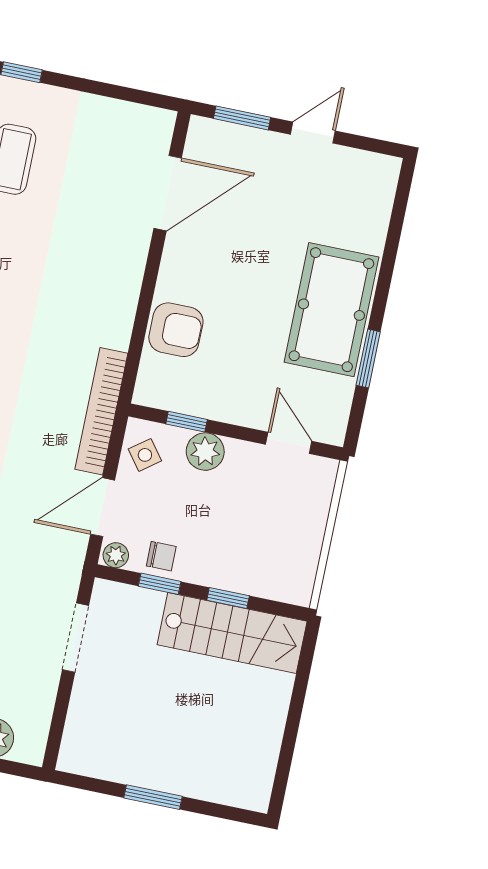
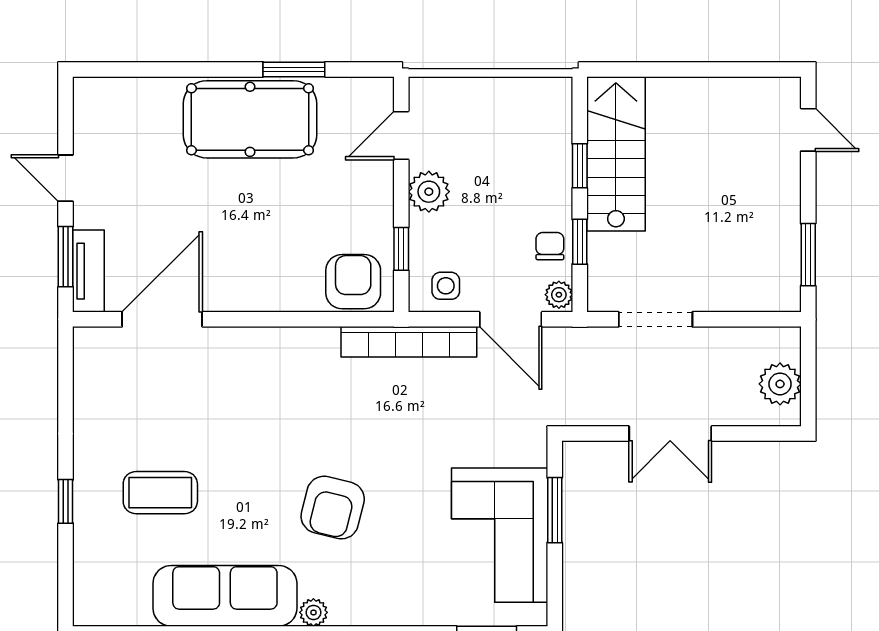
tv unit: (225, 136) -> (88, 271), added
door: (168, 193) -> (162, 319), hinge flipped
armchair: (176, 330) -> (353, 282), moved
plant: (205, 452) -> (429, 192), moved
side table: (145, 455) -> (446, 286), turned 37
window: (153, 797) -> (808, 255), moved
door: (218, 811) -> (808, 130), added

